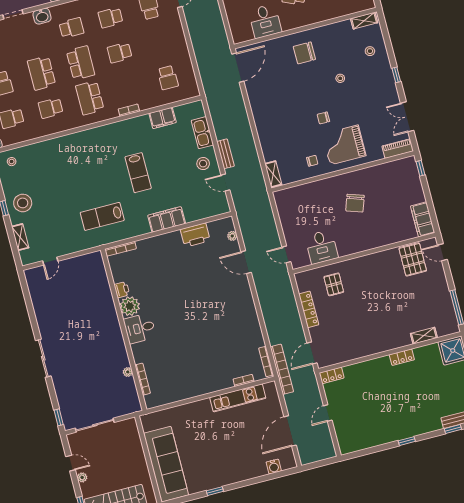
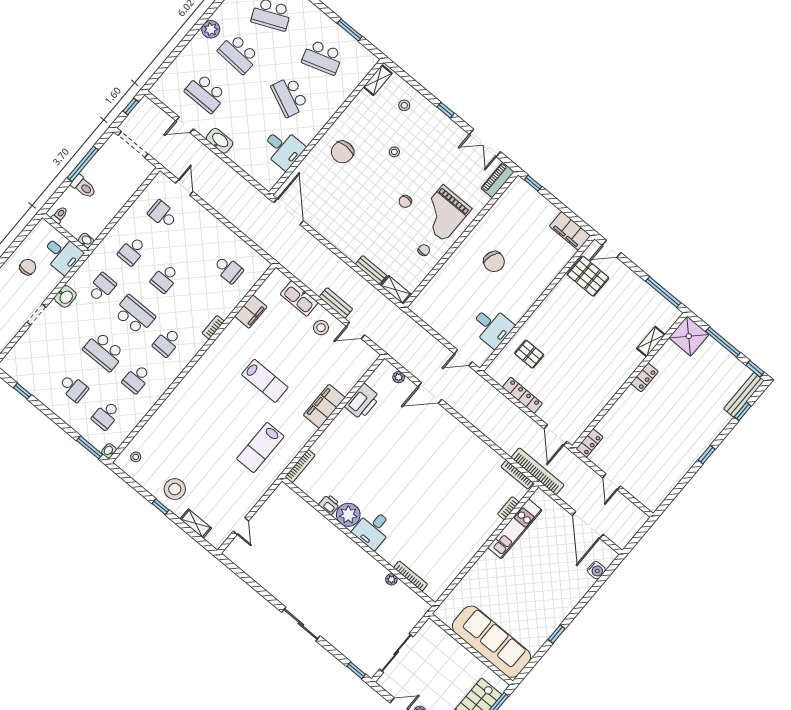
school desk: (90, 98) -> (167, 342), width x0.54
bench: (266, 148) -> (371, 270), added

